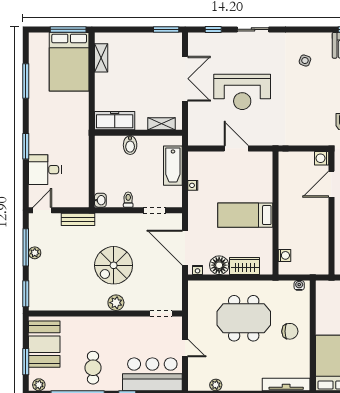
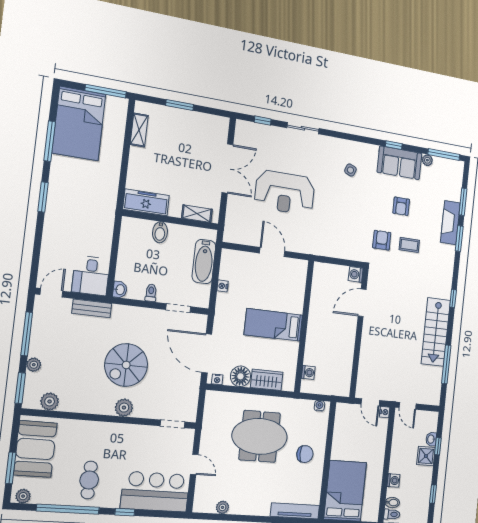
window: (166, 29) -> (180, 105), moved
bed: (69, 62) -> (79, 124), moved
window: (26, 146) -> (43, 197), moved
desk: (45, 170) -> (91, 275), moved, turned -90
plant: (35, 253) -> (34, 365), moved
plant: (52, 303) -> (50, 401), added

